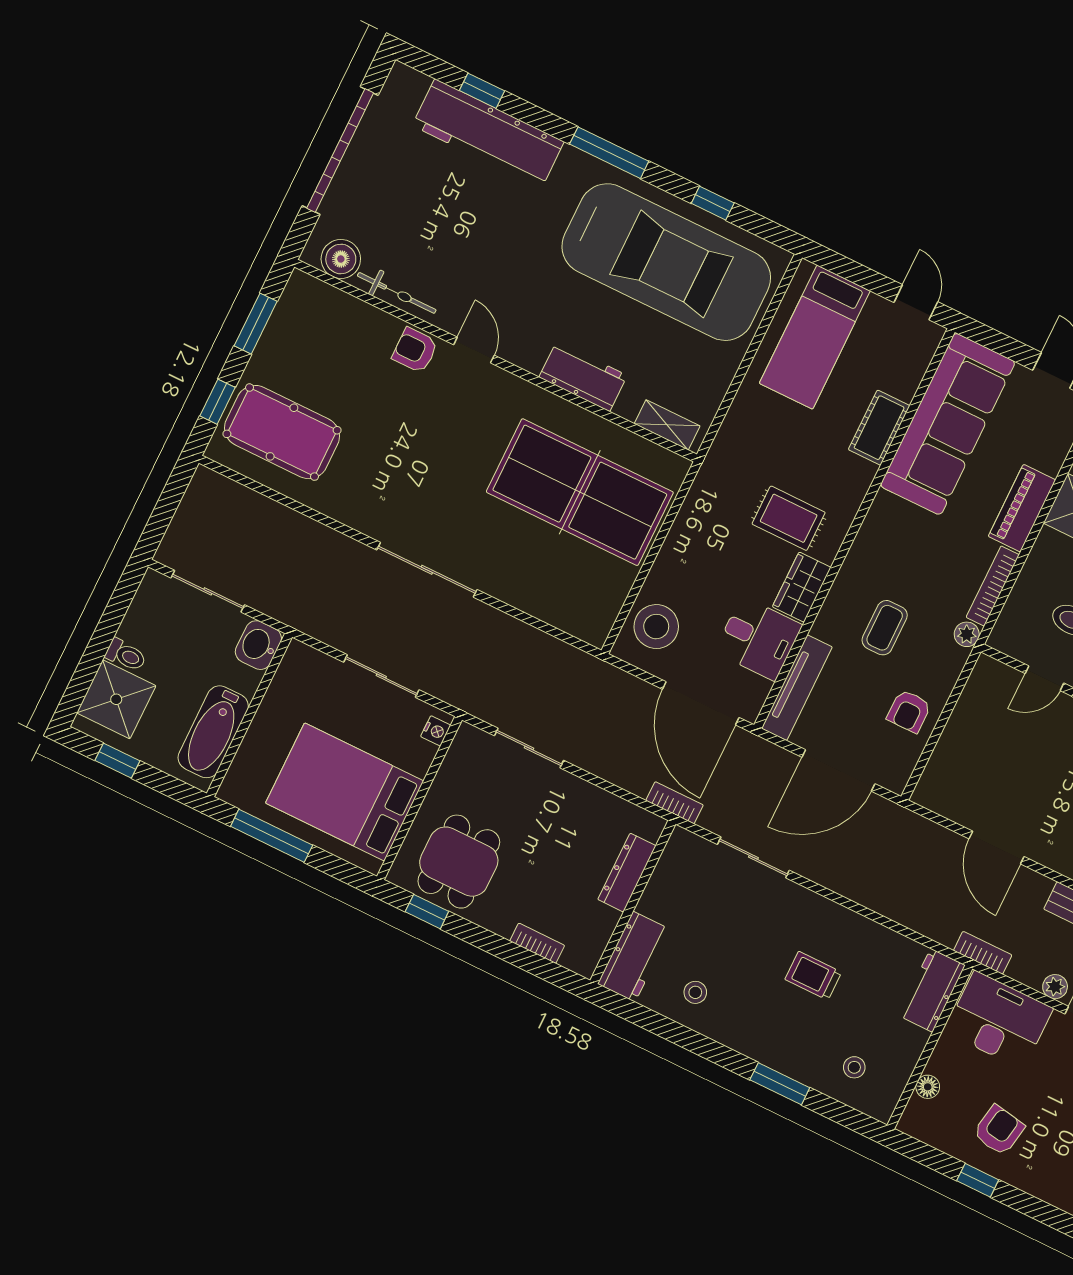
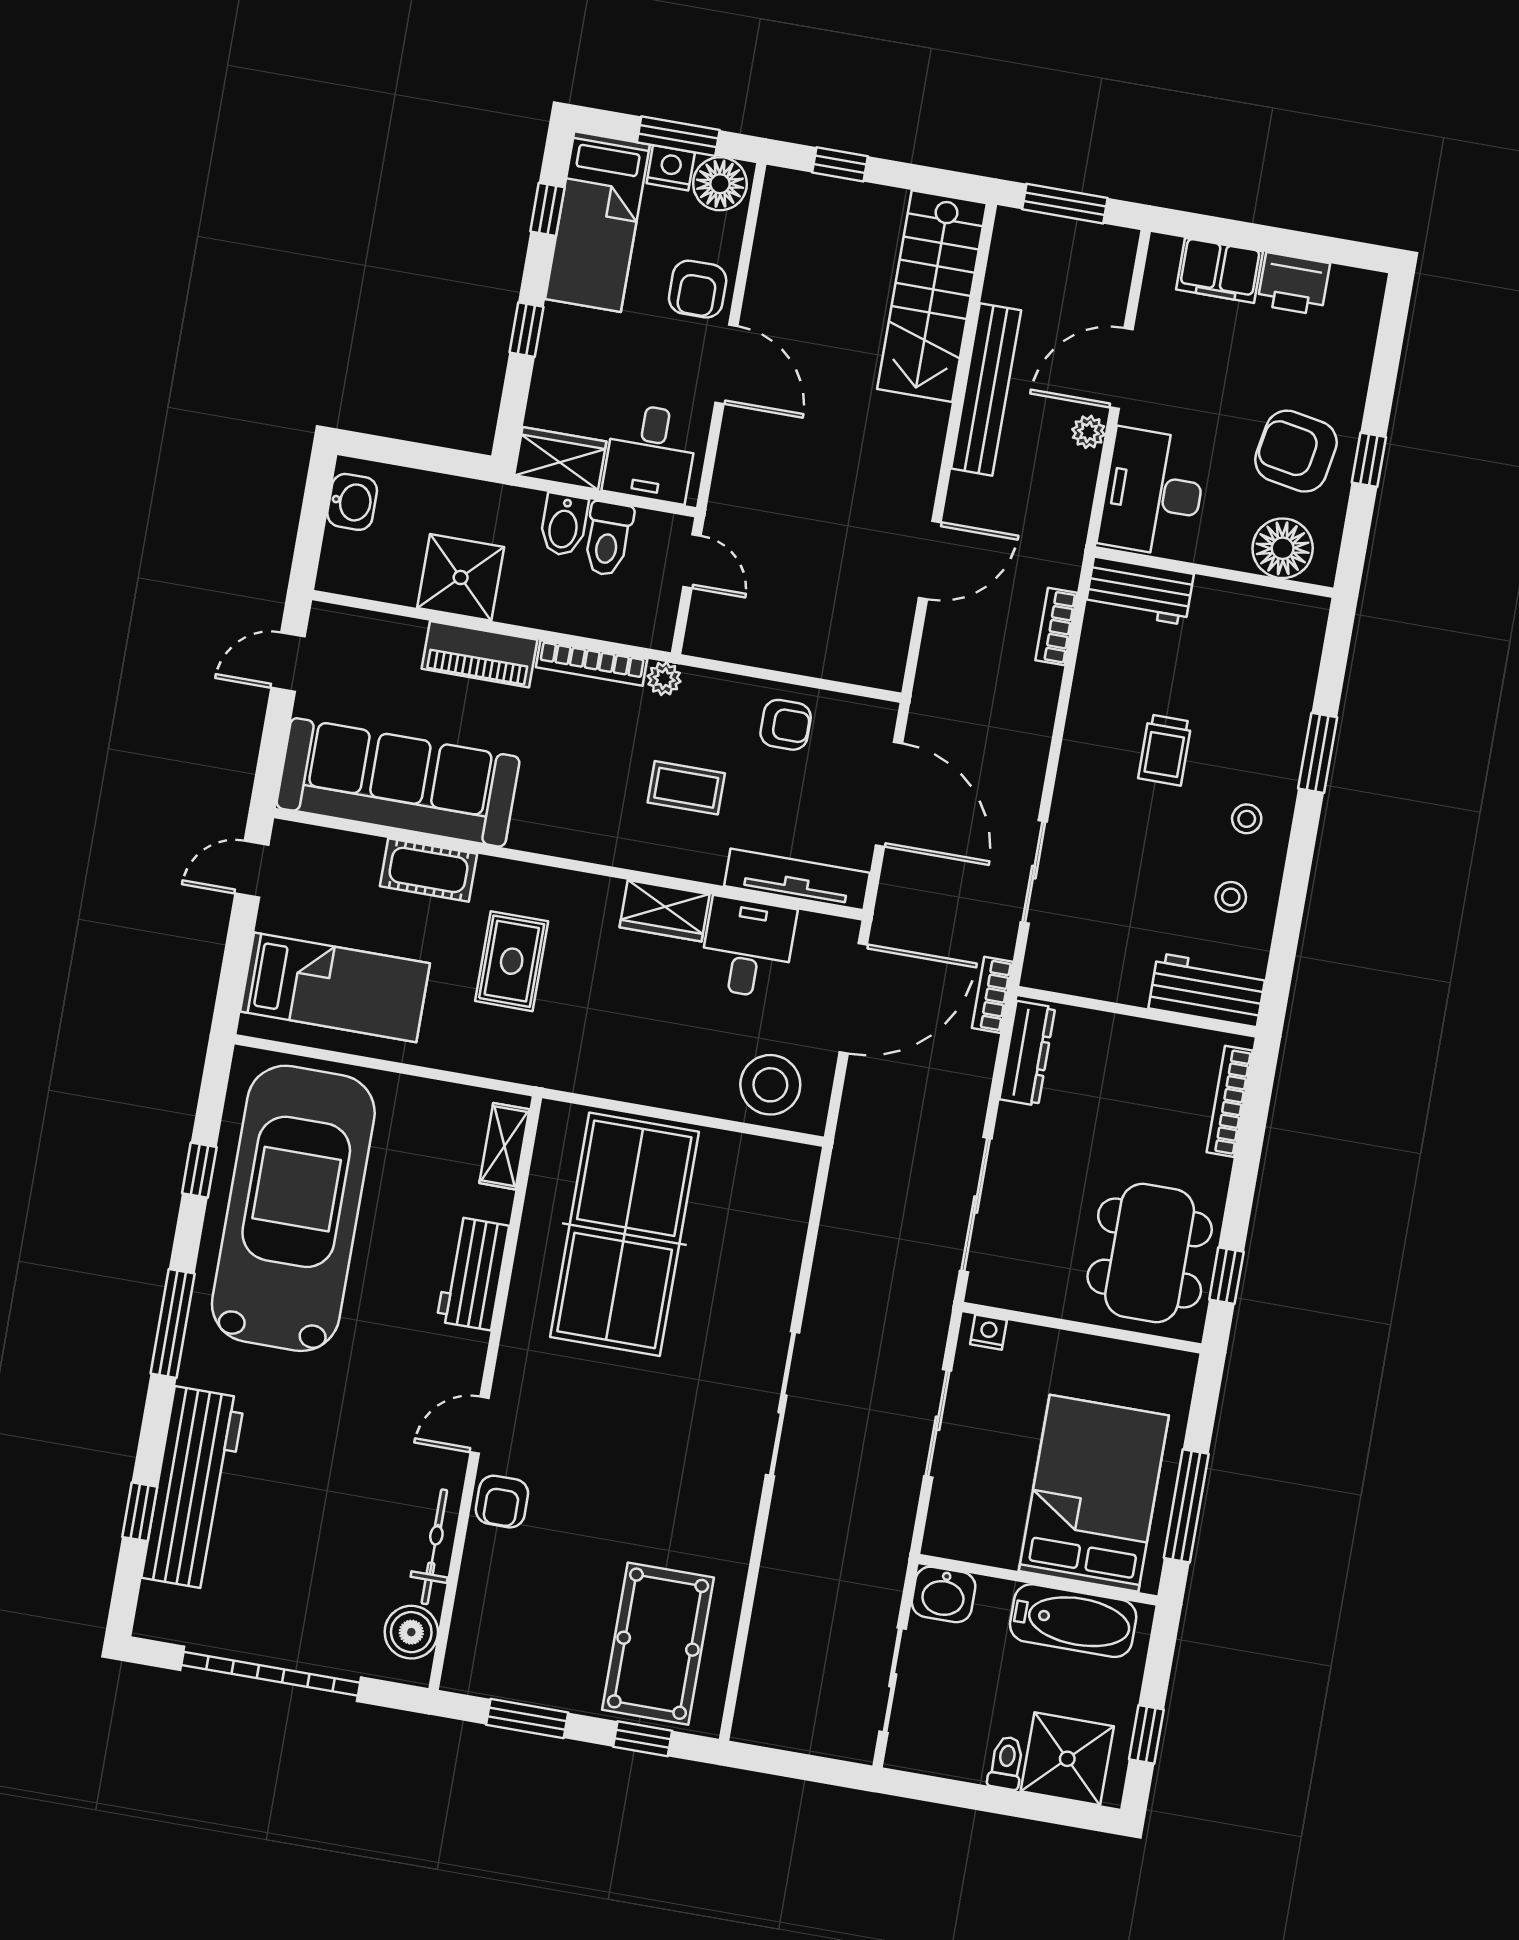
rug: (789, 518) -> (512, 961), moved
sliding door: (529, 748) -> (976, 1205), width x1.37
bed: (345, 792) -> (1094, 1493), moved, turned 180
dining table: (459, 862) -> (1150, 1253), width x1.38
dresser: (627, 873) -> (1027, 1053), moved, turned -90
bookcase: (537, 943) -> (1230, 1101), width x1.56
bookcase: (983, 953) -> (1056, 627), moved
stool: (854, 1067) -> (1247, 819), moved
floor lamp: (928, 1087) -> (1283, 548), width x1.89, depth x1.89
armchair: (999, 1130) -> (1296, 451), width x1.38, depth x1.38

